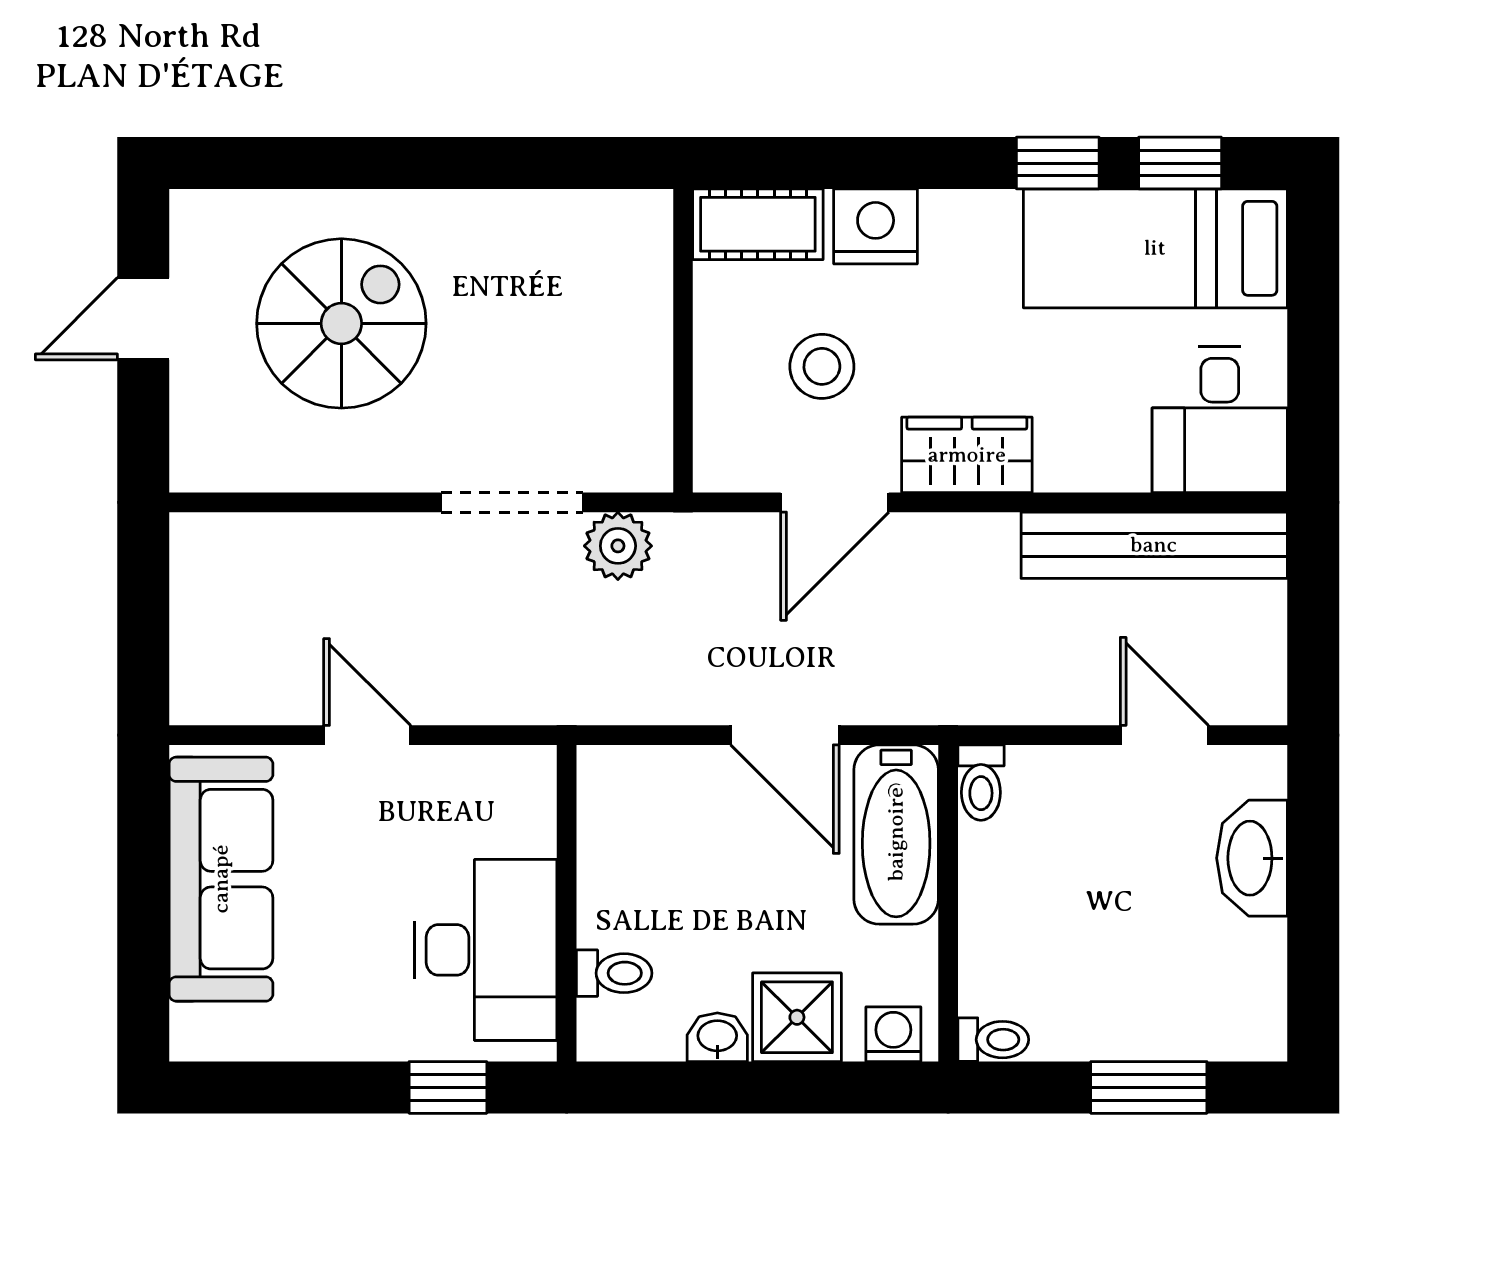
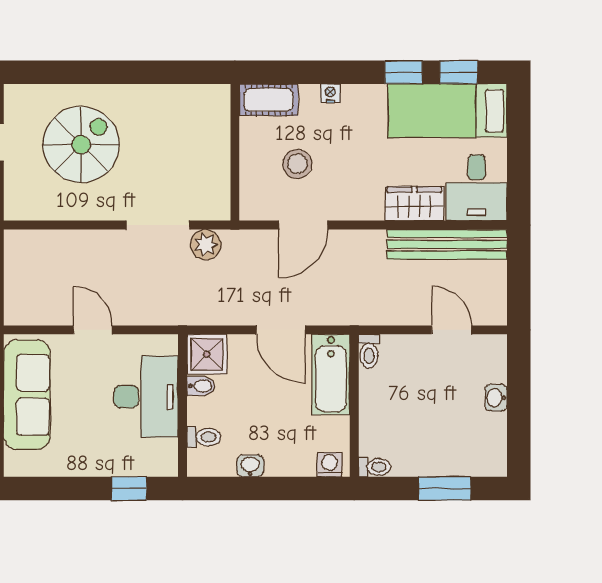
nightstand: (876, 226) -> (330, 93), width x0.53, depth x0.56
wardrobe: (967, 455) -> (414, 204), moved
washbasin: (1252, 858) -> (496, 398), width x0.52, depth x0.69
bidet: (607, 860) -> (201, 386), added
desk: (486, 950) -> (146, 397), moved
shower: (797, 1017) -> (207, 354), moved

